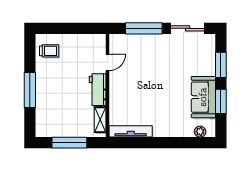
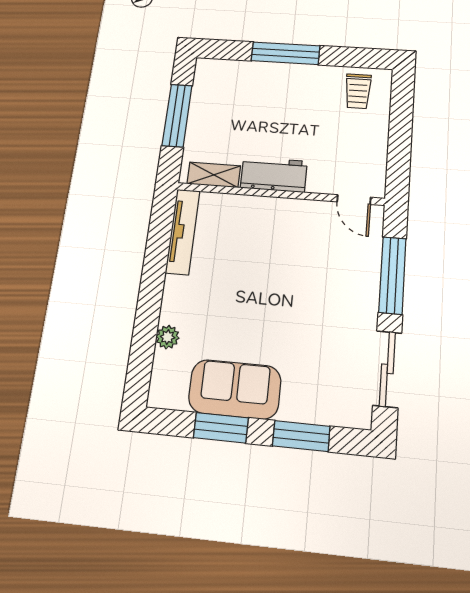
door: (108, 62) -> (354, 200), moved
plant: (200, 132) -> (168, 337), moved

